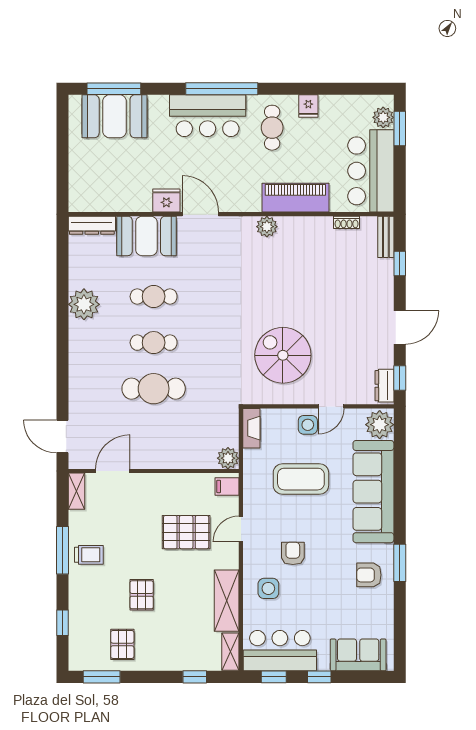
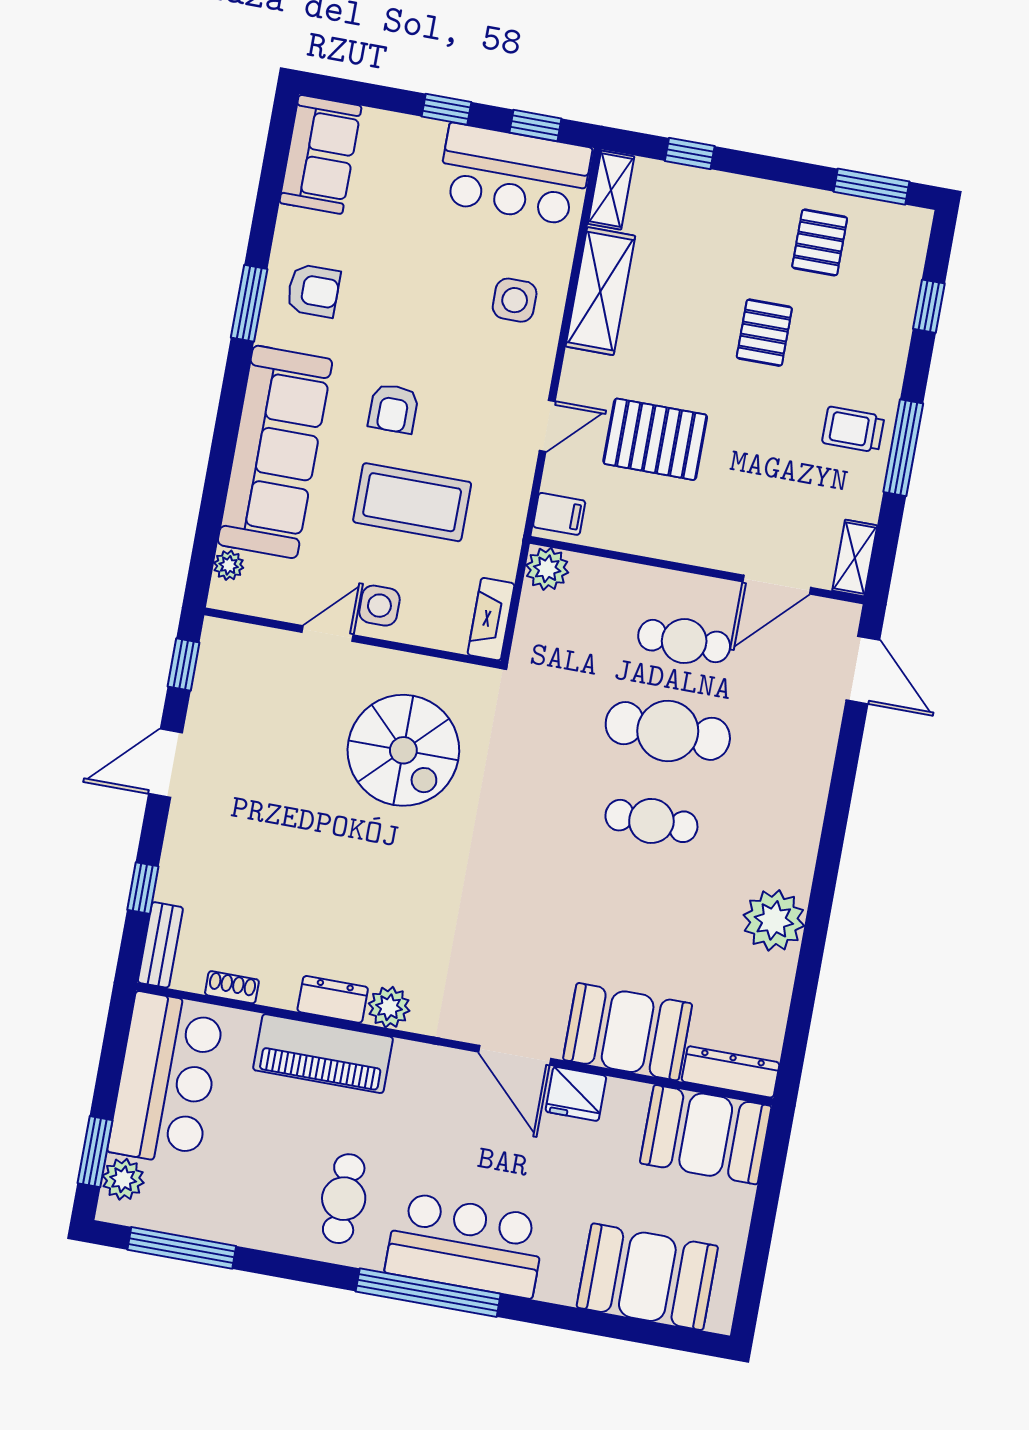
window: (114, 89) -> (182, 1248), moved
fridge: (308, 106) -> (265, 1228), removed
booth: (98, 192) -> (706, 1135), added
cafe table: (154, 296) -> (684, 641), moved
dresser: (384, 386) -> (333, 999), moved, turned -90
plant: (380, 425) -> (229, 565), width x0.53, depth x0.53
armchair: (293, 553) -> (393, 408), moved
sofa: (358, 655) -> (321, 154), moved, turned -90

